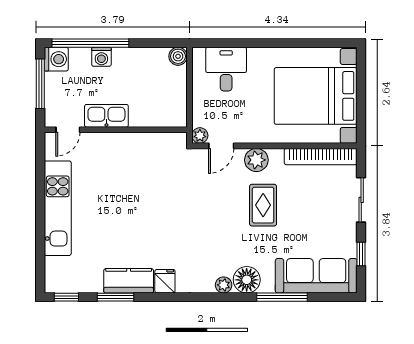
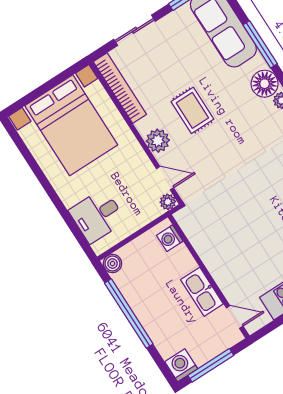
window: (90, 43) -> (129, 313), moved
washing machine: (101, 57) -> (170, 238), moved, turned 180
rug: (263, 205) -> (192, 110), turned 90

